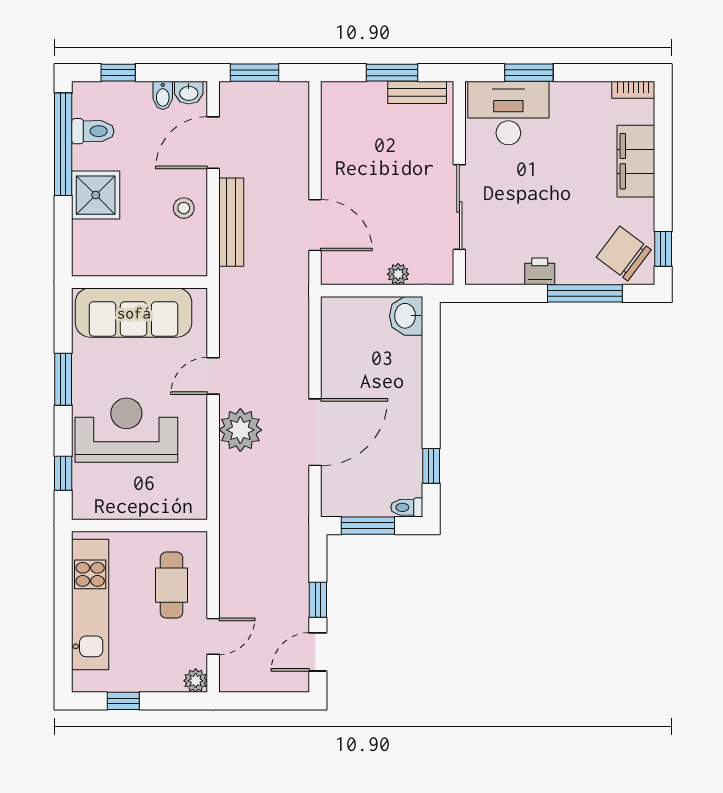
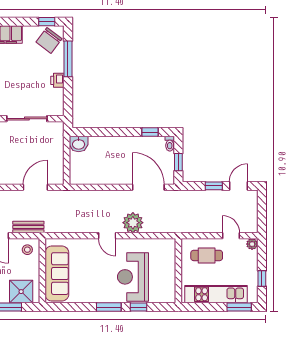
bench: (231, 222) -> (28, 227), width x0.73
plant: (398, 274) -> (59, 148), removed
wall: (140, 282) -> (42, 271), moved
sofa: (134, 313) -> (57, 274), moved
door: (315, 432) -> (148, 187), moved
window: (63, 473) -> (138, 307), moved
window: (368, 526) -> (178, 162), width x0.67
door: (318, 652) -> (238, 186), swing flipped
window: (63, 653) -> (239, 307), added

